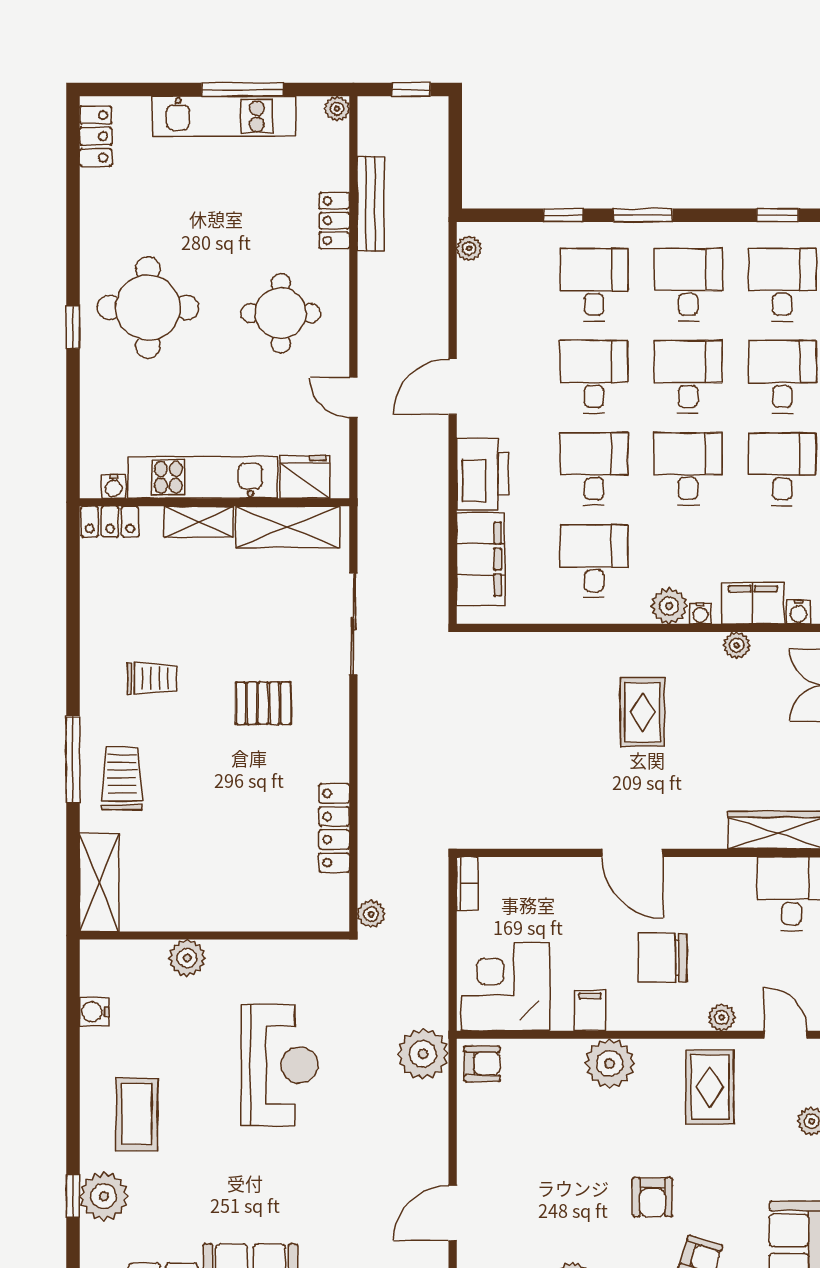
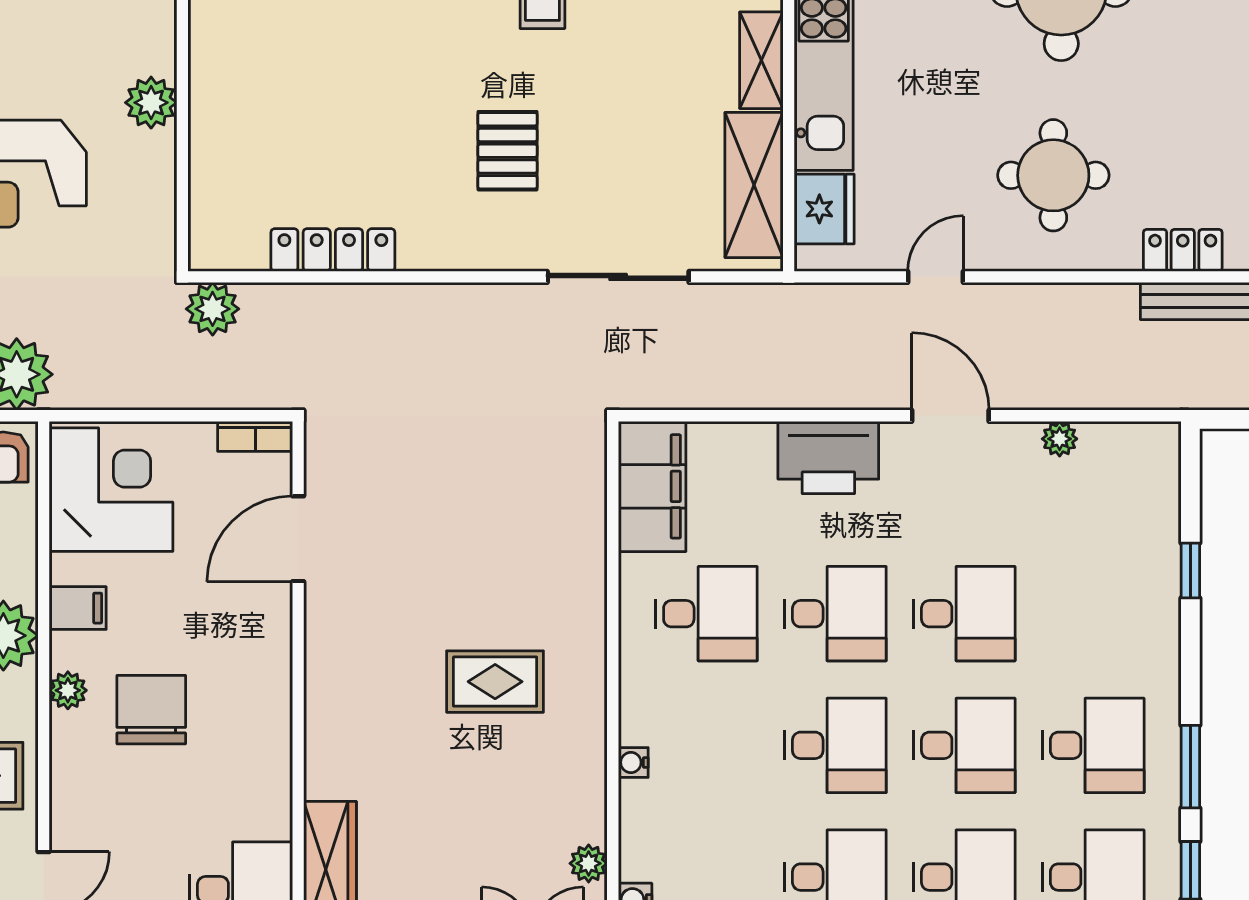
window: (643, 215) -> (1190, 767), moved
plant: (469, 248) -> (1060, 439), moved
desk: (594, 285) -> (1093, 614), removed
filing cabinet: (481, 559) -> (652, 486), moved, turned -90
filing cabinet: (753, 603) -> (647, 836), removed
plant: (669, 606) -> (643, 719), removed
plant: (737, 645) -> (589, 863), moved
door: (633, 853) -> (298, 539), moved
plant: (371, 914) -> (213, 309), width x1.38, depth x1.38
plant: (187, 958) -> (151, 103), moved
plant: (722, 1017) -> (68, 690), moved

